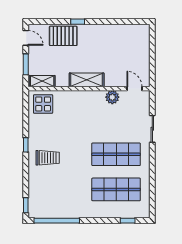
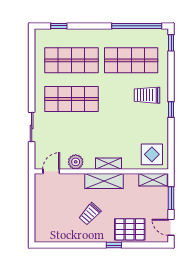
trolley: (99, 50) -> (90, 214), added
door: (134, 89) -> (51, 171), swing flipped
shelving: (83, 96) -> (108, 164), added
shop shelf: (62, 189) -> (131, 60), added

